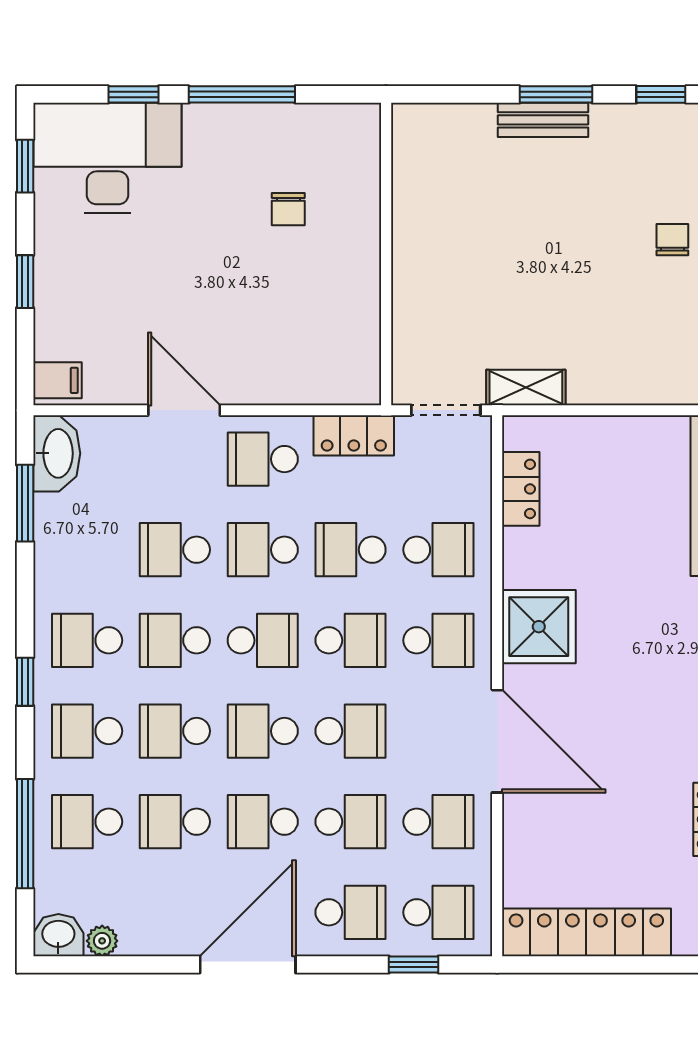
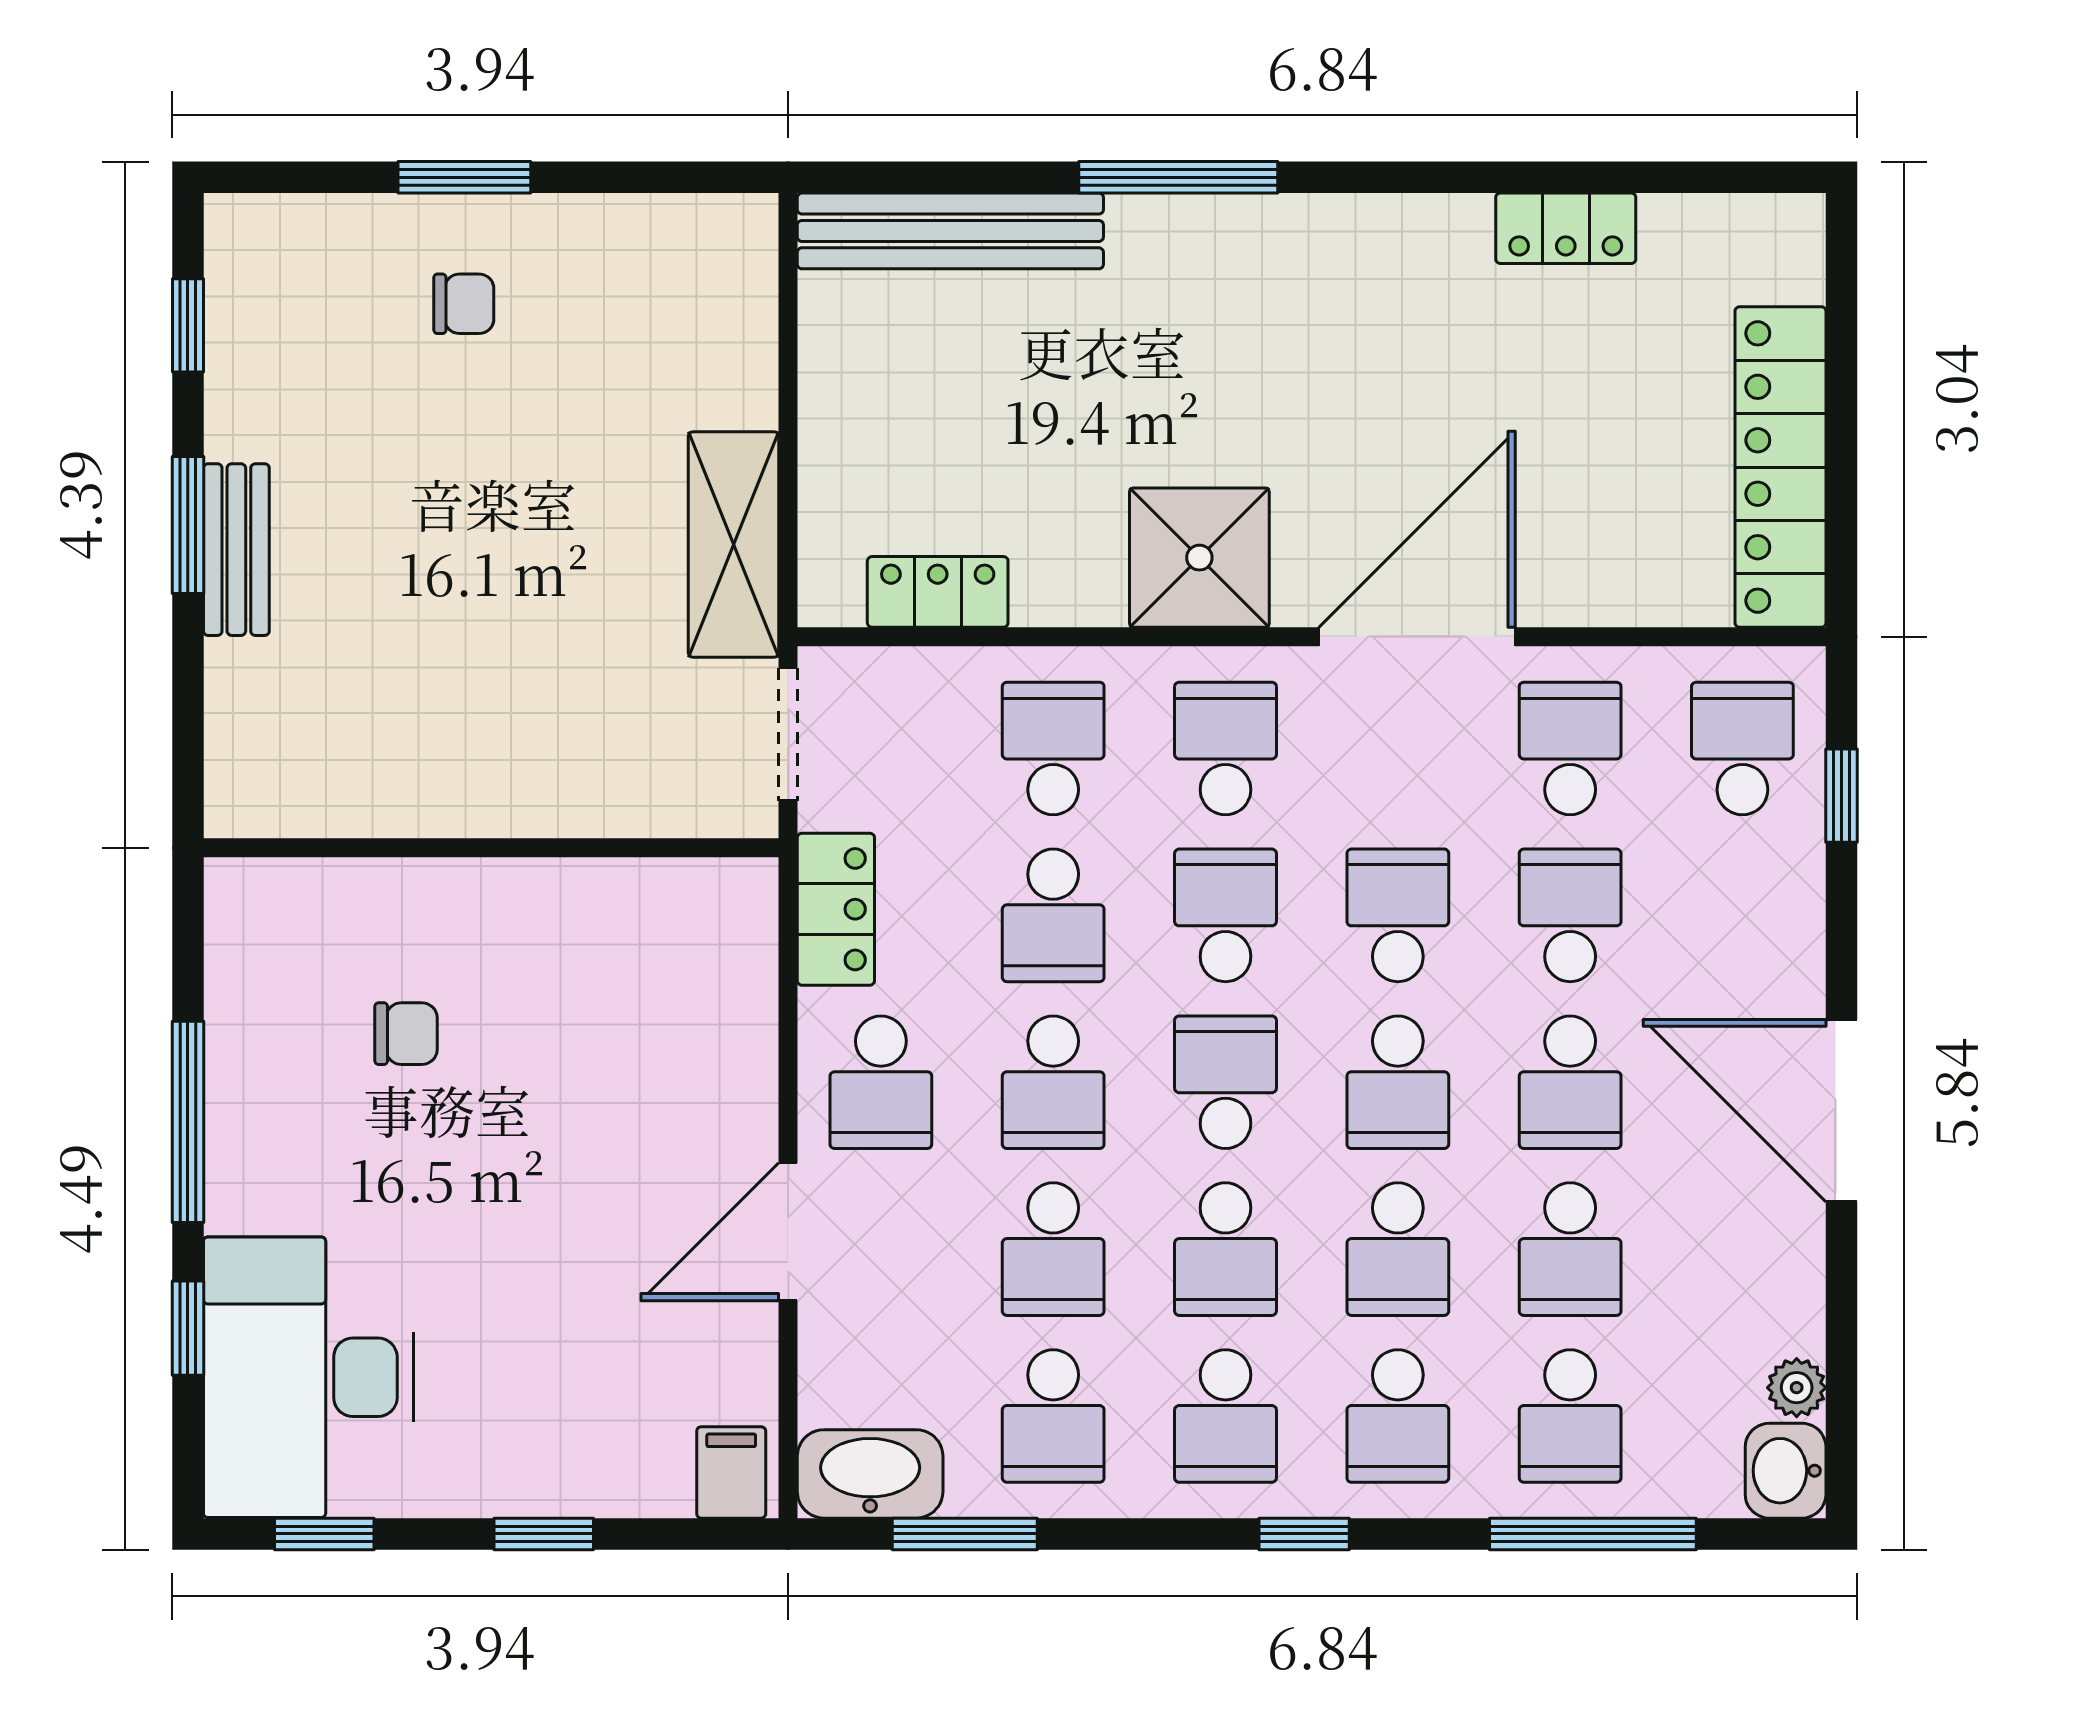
chair: (672, 240) -> (464, 304), turned 180
shelving: (526, 387) -> (734, 545), width x1.50, depth x1.33
school desk: (351, 912) -> (1053, 1416), moved, turned 180

